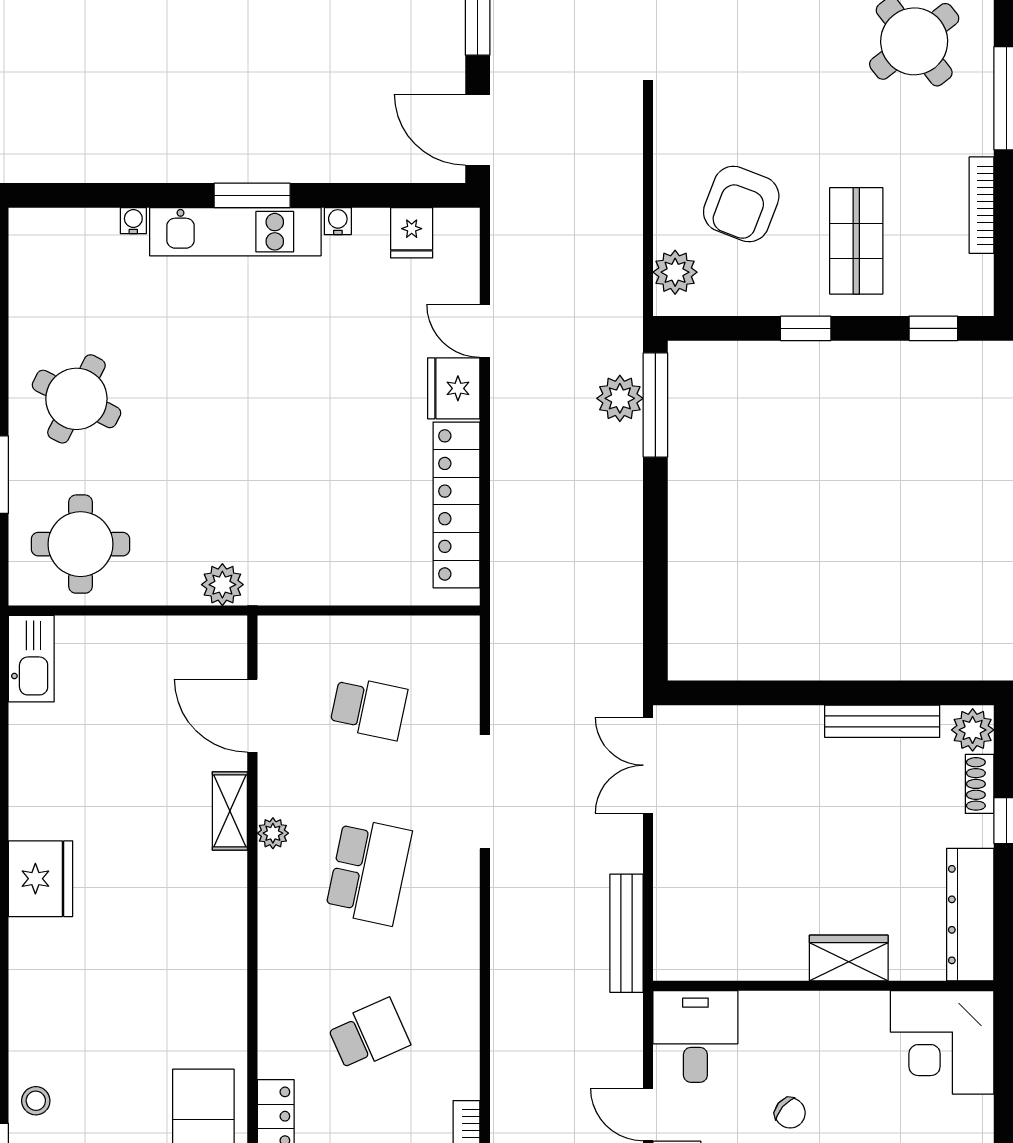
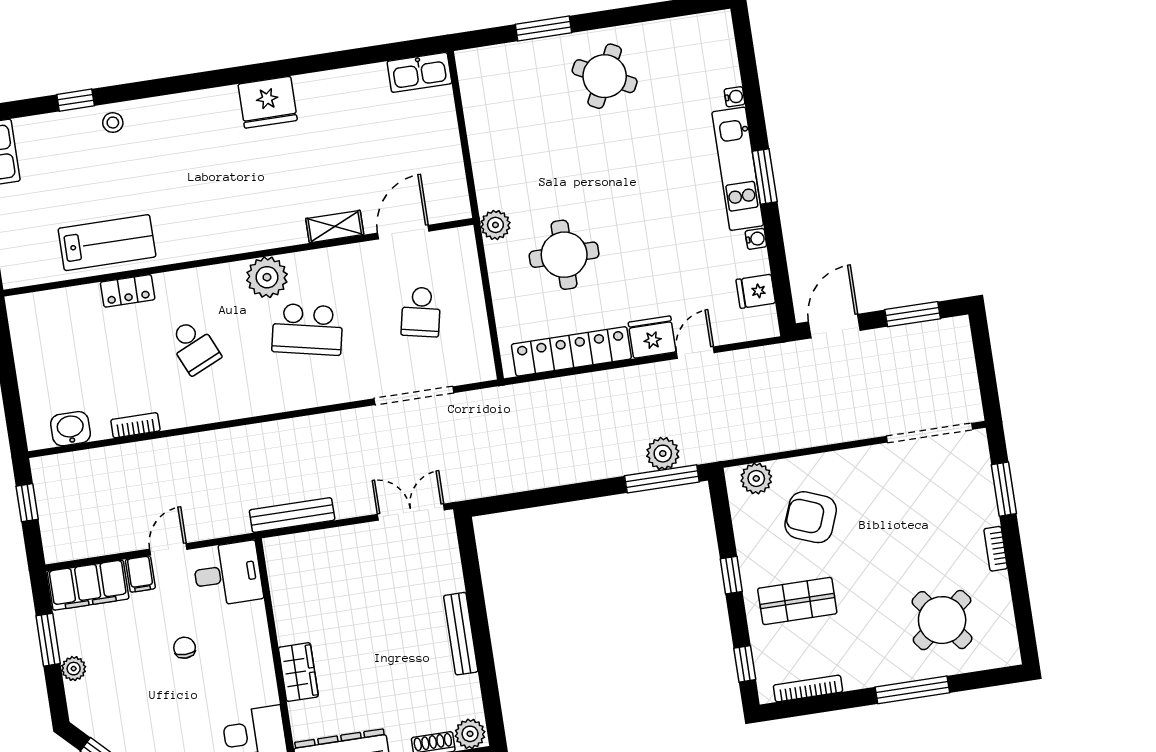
bookcase: (982, 205) -> (808, 688), moved
round table: (81, 544) -> (564, 255), moved
plant: (222, 585) -> (495, 225), moved
bench: (882, 721) -> (461, 634), moved
doorway: (485, 792) -> (414, 396), moved
plant: (273, 833) -> (267, 277), moved, width x1.88, depth x1.88
chair: (790, 1113) -> (185, 648), turned 140

